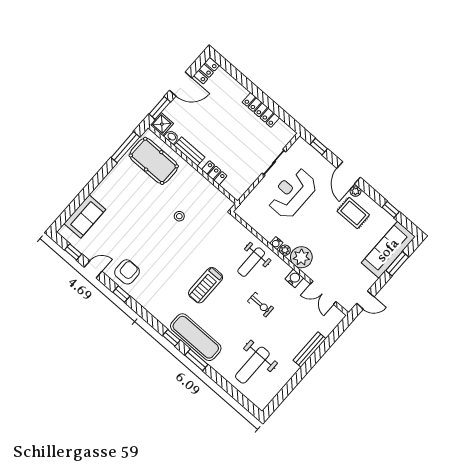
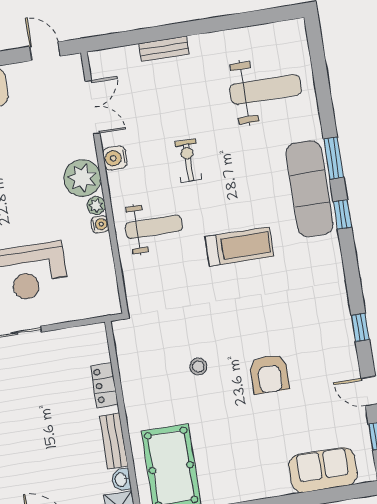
armchair: (127, 272) -> (269, 374), moved, turned -90
bench: (310, 349) -> (164, 49), width x0.73

